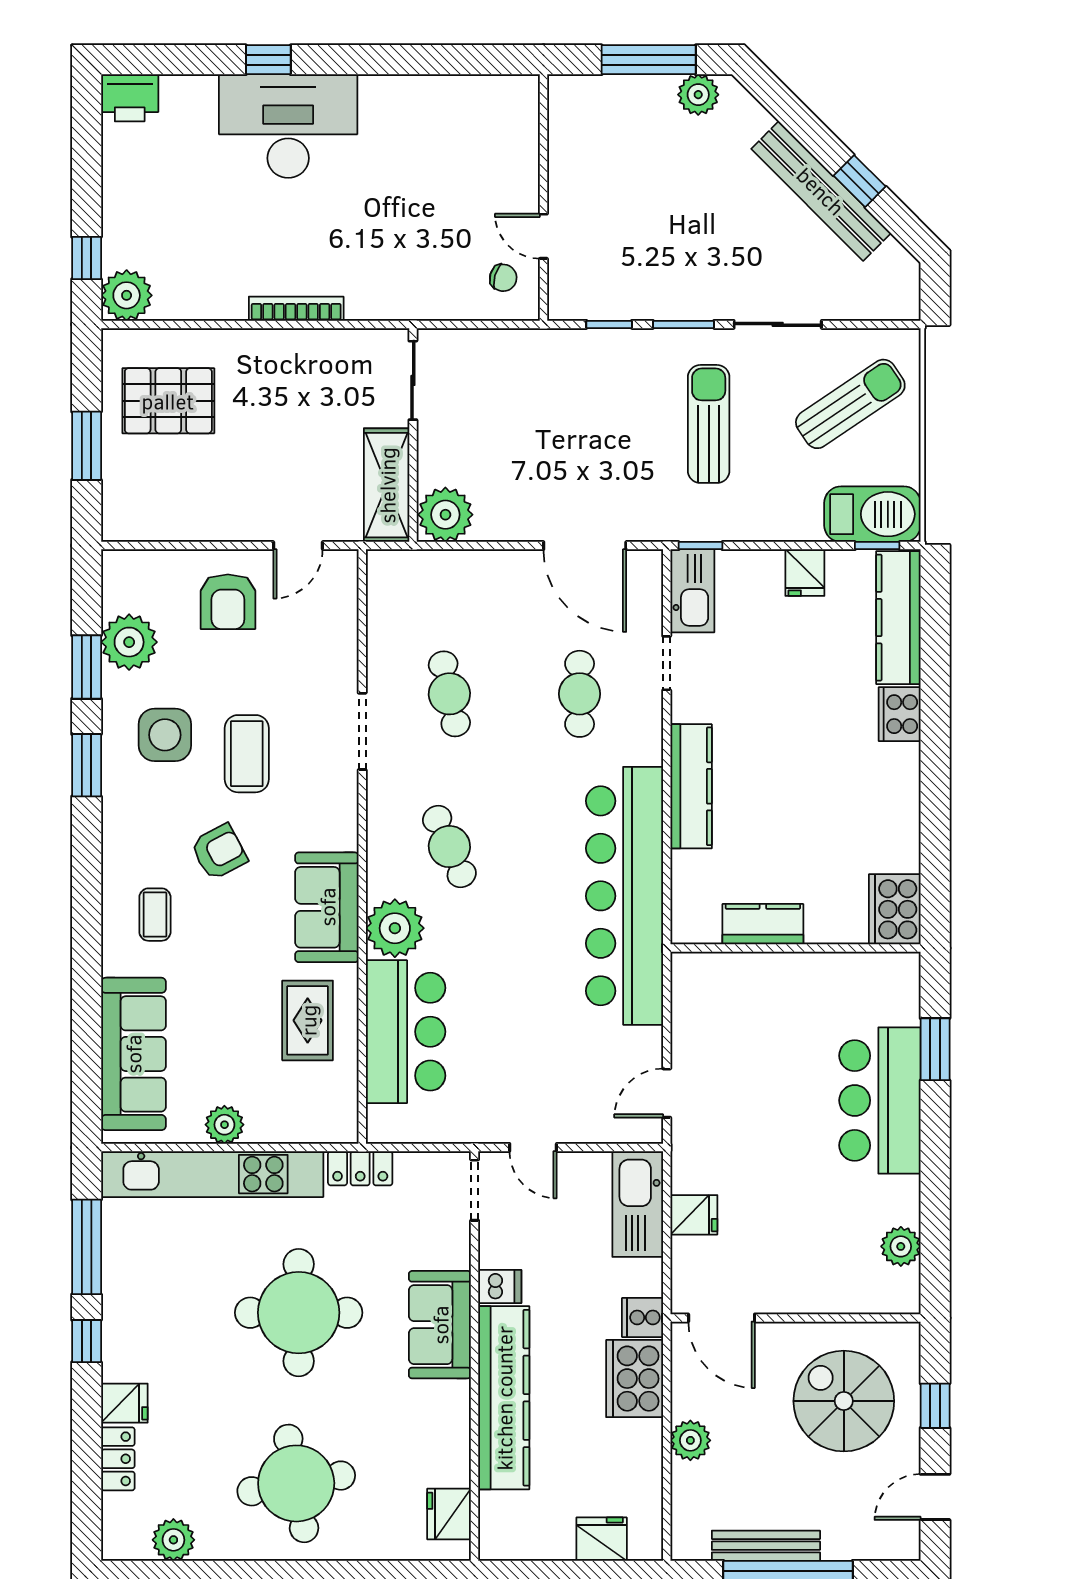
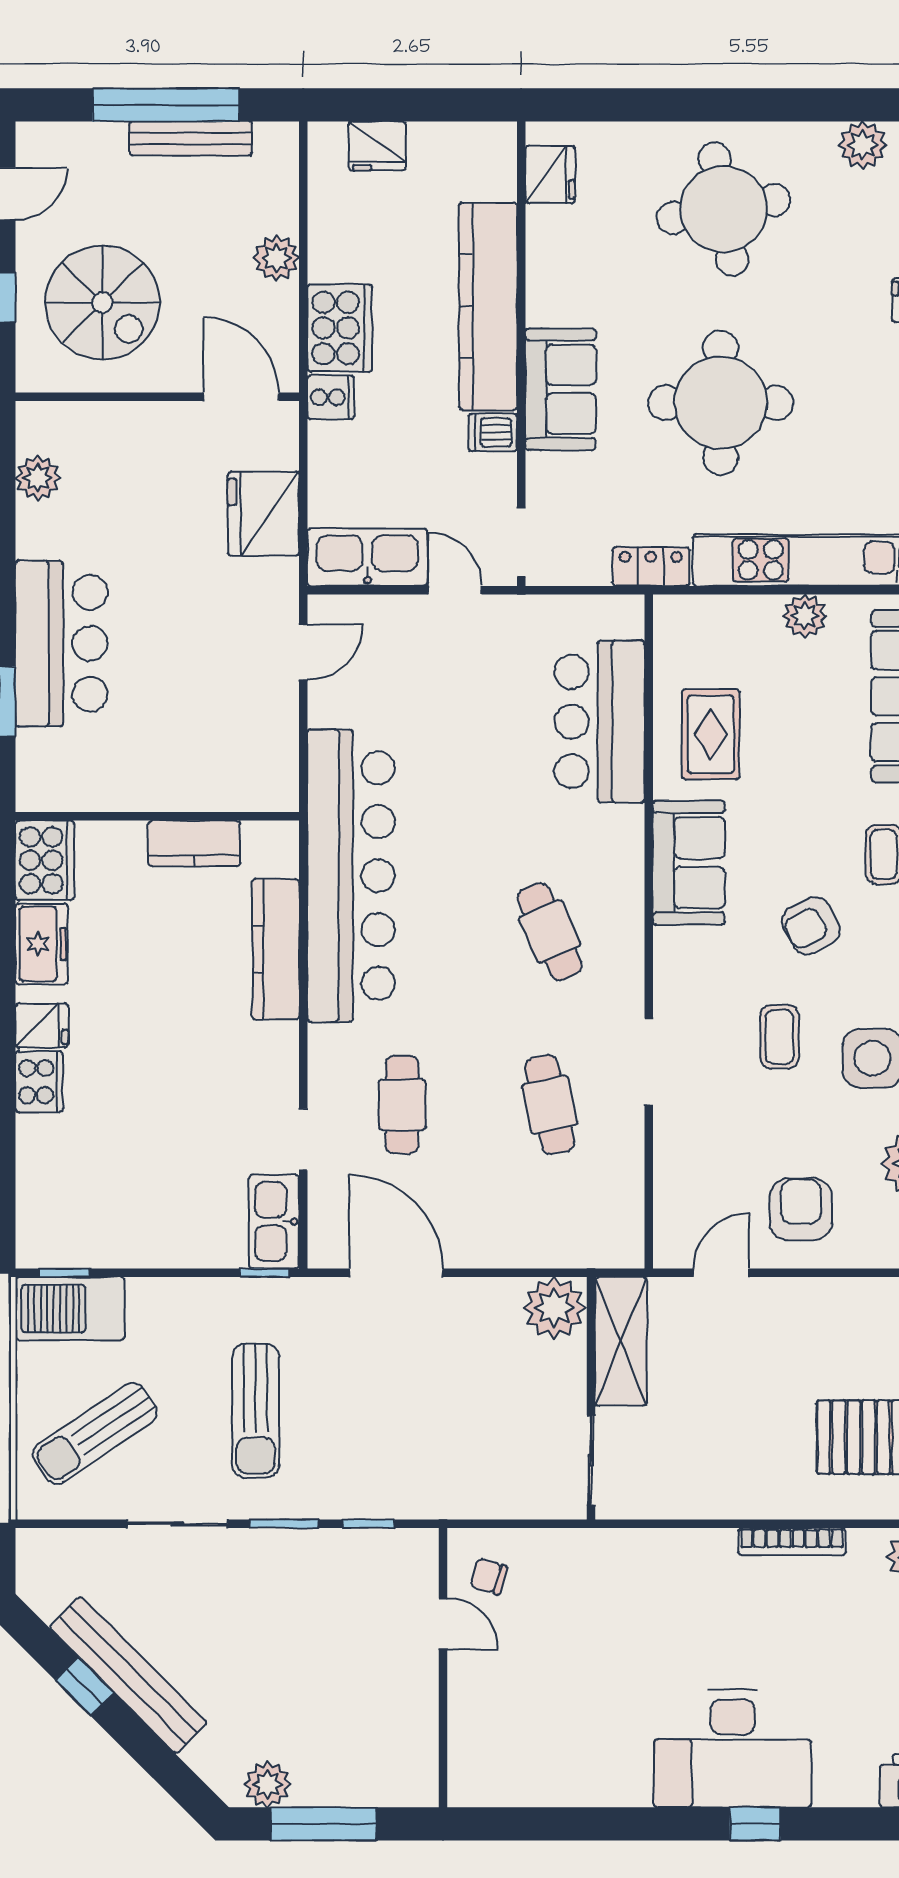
bookcase: (296, 309) -> (792, 1542), moved
fridge: (805, 573) -> (42, 1025), moved, turned 90
kitchen counter: (898, 618) -> (40, 1191), removed
coffee table: (247, 754) -> (780, 1037), width x0.73, depth x0.77
kitchen counter: (691, 786) -> (276, 949), moved
freezer: (897, 836) -> (42, 944), added
plant: (395, 928) -> (612, 839), removed
kitchen sink: (638, 1204) -> (367, 557), moved, turned -90
fridge: (694, 1215) -> (263, 514), width x1.88, depth x1.34

